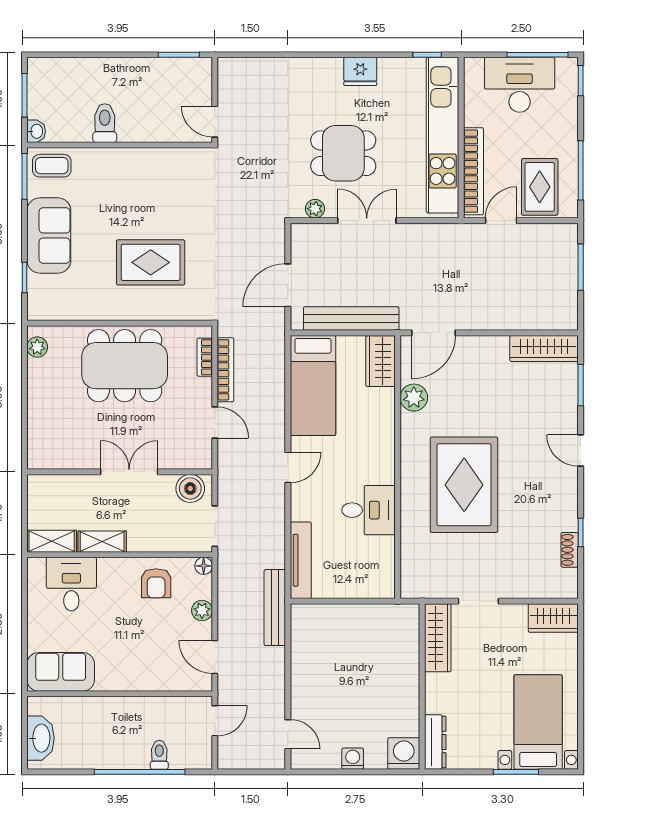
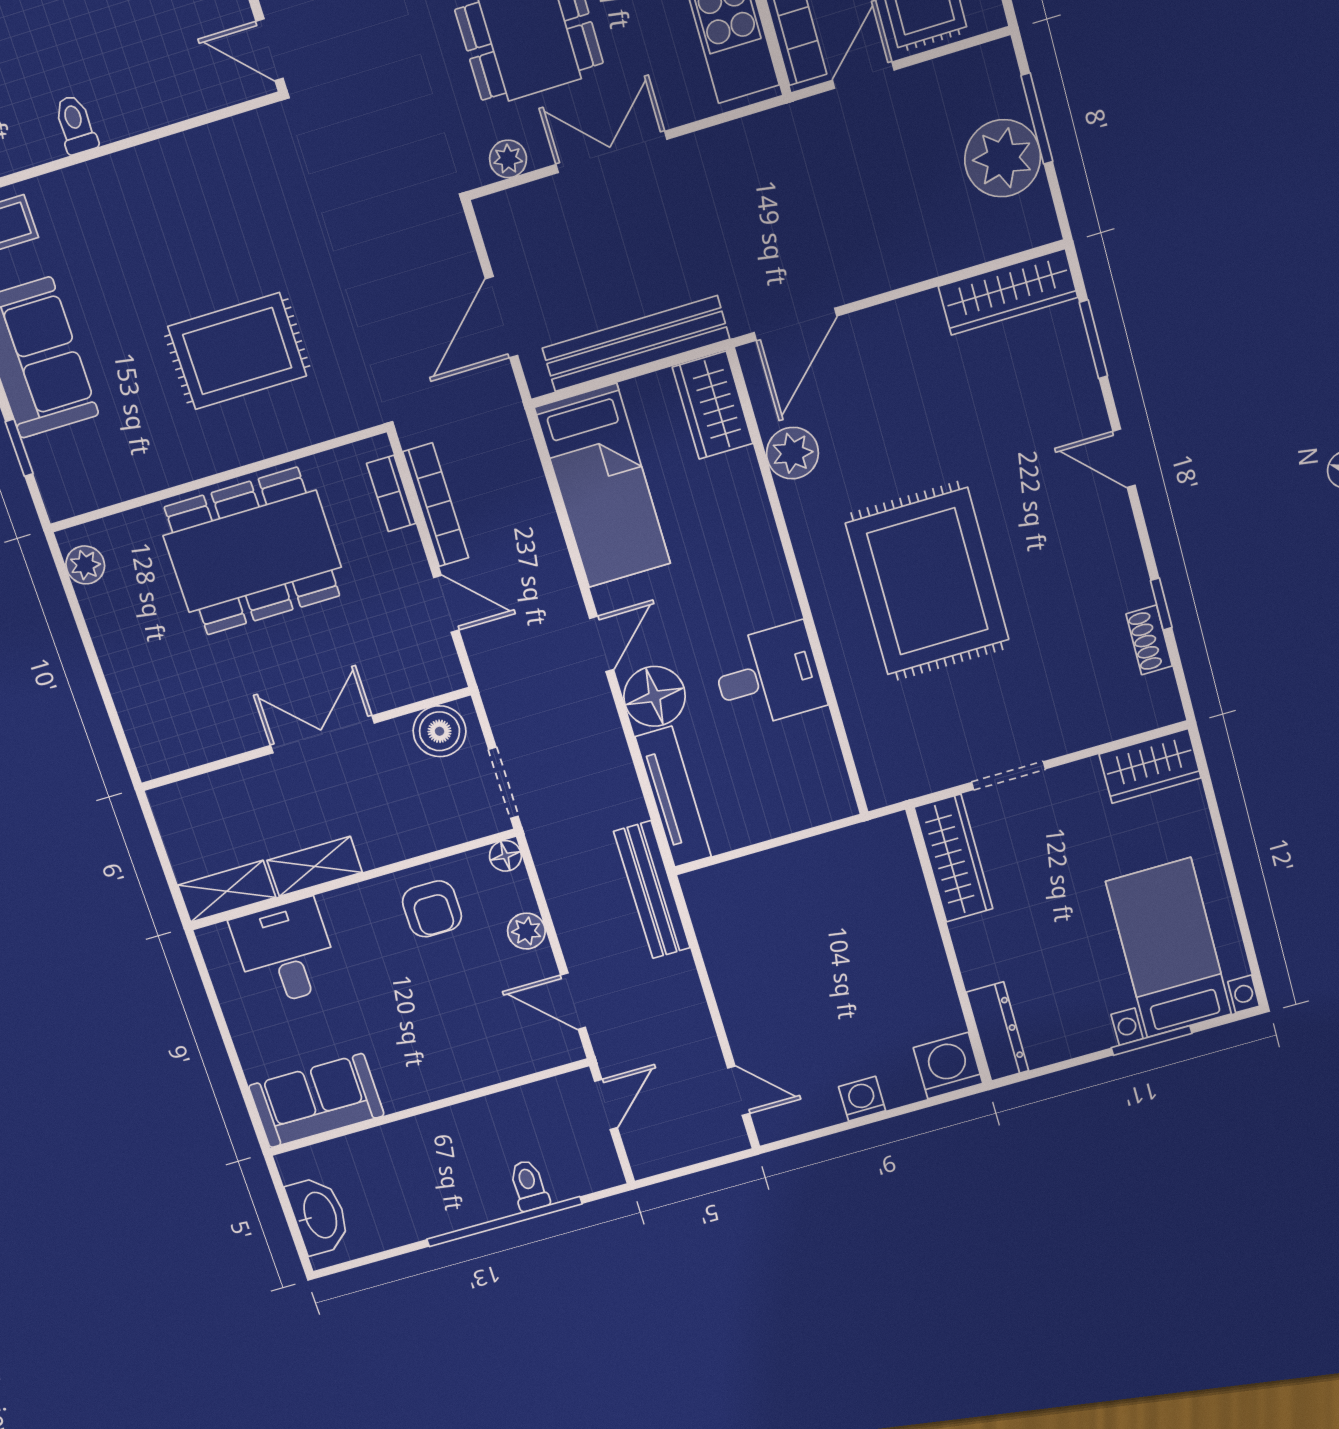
toilet: (105, 123) -> (76, 125), width x0.73, depth x0.72
plant: (559, 282) -> (1003, 158), added
floor lamp: (307, 503) -> (655, 696), added

